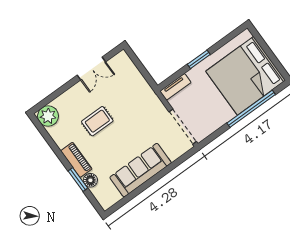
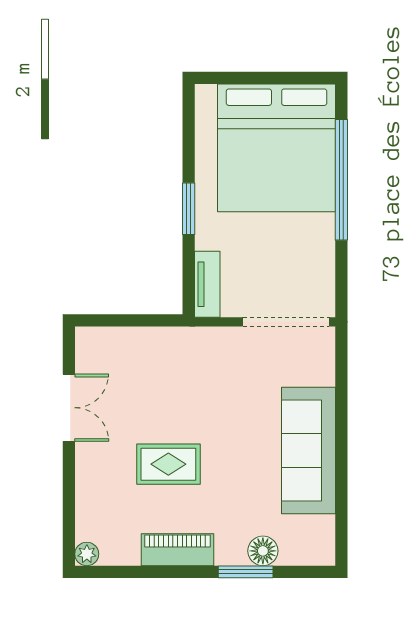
plant: (48, 116) -> (87, 554), width x0.53, depth x0.53
rug: (97, 121) -> (168, 464), turned 90
piano: (76, 160) -> (177, 550), moved

